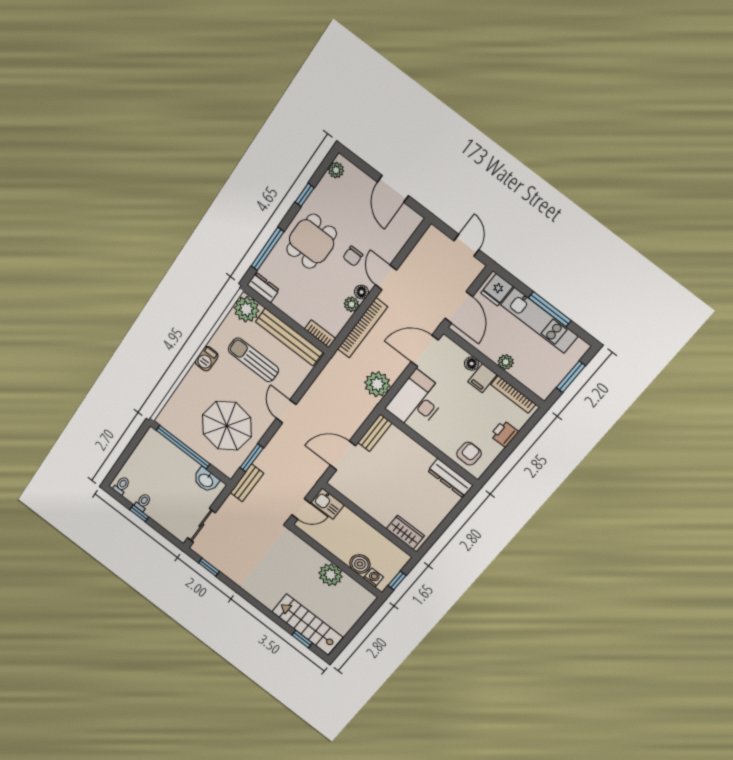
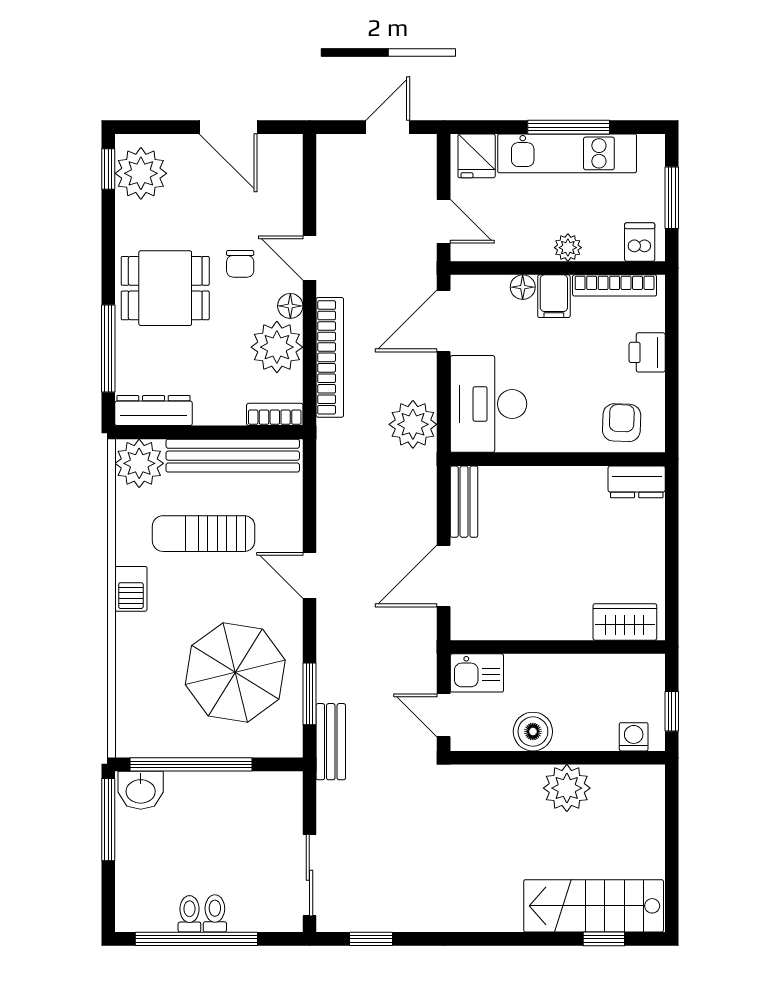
plant: (336, 170) -> (141, 173), width x1.87, depth x1.87
window: (305, 195) -> (108, 169), moved
dining table: (311, 241) -> (165, 288), turned 90
door: (466, 245) -> (388, 127), hinge flipped
dresser: (263, 287) -> (154, 411), width x1.44
plant: (352, 304) -> (277, 347), width x1.88, depth x1.88
door: (459, 307) -> (444, 221), width x0.73
dishwasher: (540, 385) -> (640, 242), added
window: (135, 442) -> (108, 820), added
dresser: (450, 478) -> (637, 482), width x0.70
washbasin: (206, 480) -> (141, 790), moved
toilet: (122, 486) -> (215, 913), moved
door: (301, 509) -> (444, 715), swing flipped
window: (139, 513) -> (196, 939), width x3.17
boiler: (360, 564) -> (533, 732), moved

